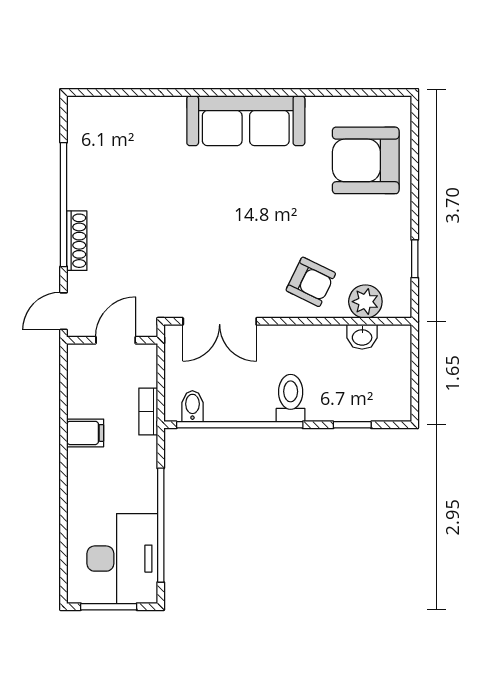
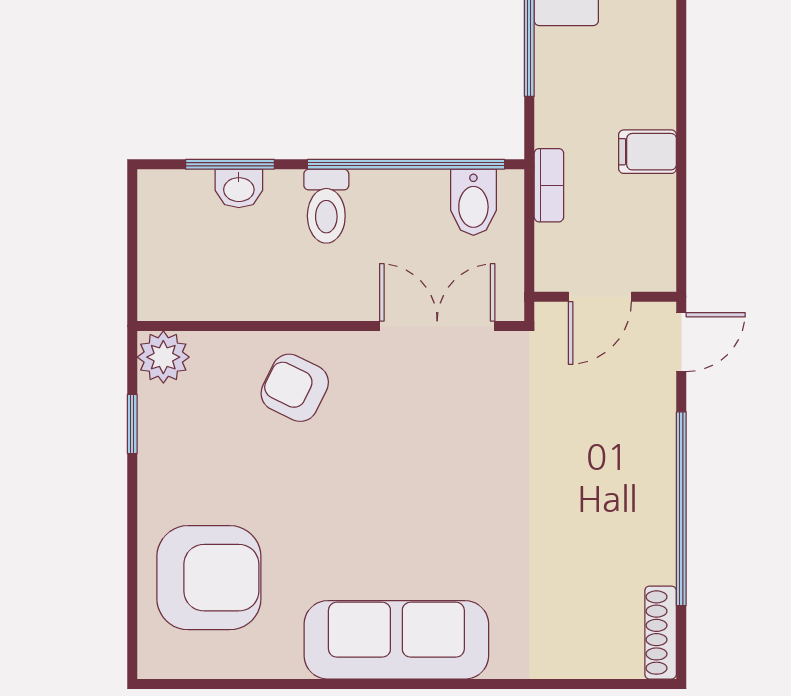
shoe rack: (77, 241) -> (661, 633), moved
plant: (365, 302) -> (163, 357), moved
washbasin: (362, 337) -> (239, 188), moved, turned 180
bidet: (192, 406) -> (473, 202), width x1.38, depth x1.36
window: (352, 425) -> (230, 164), width x1.50

